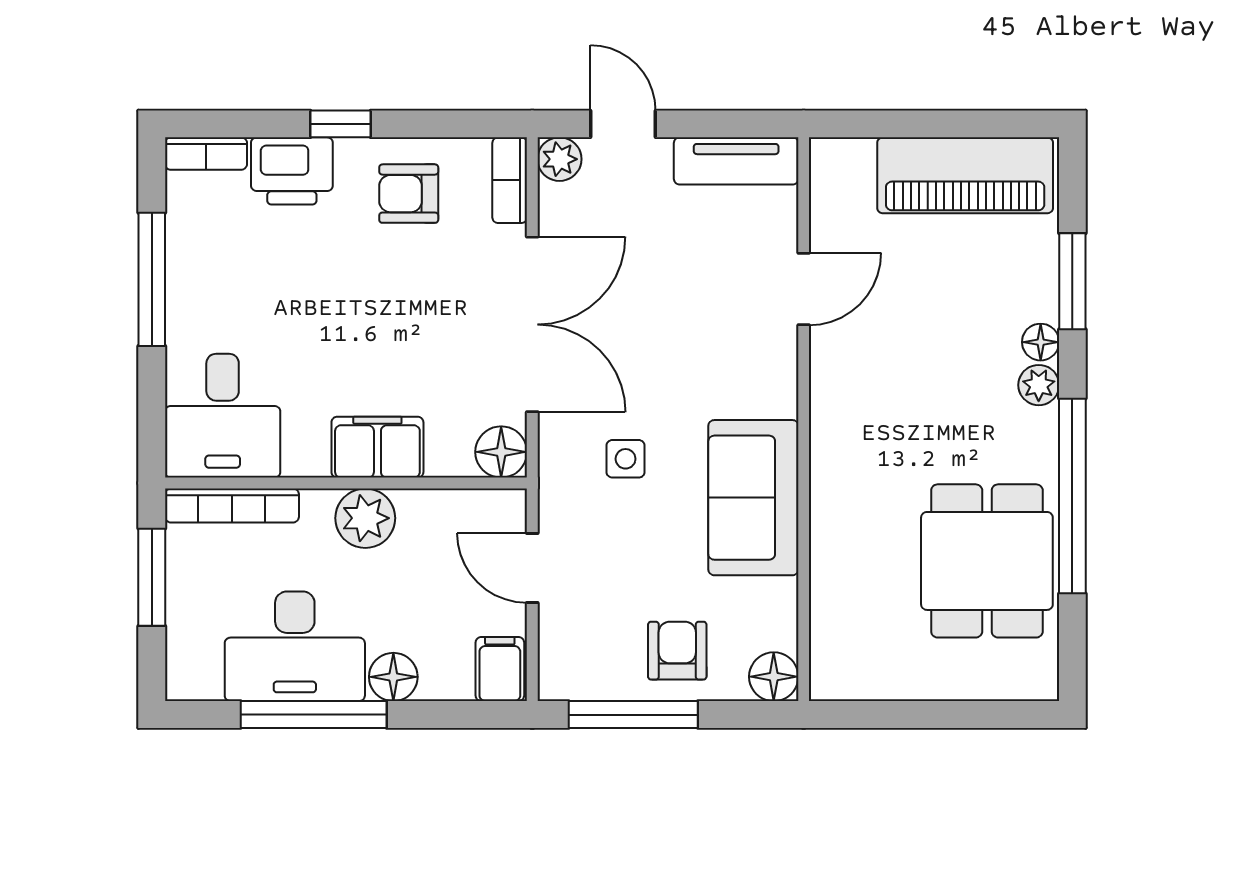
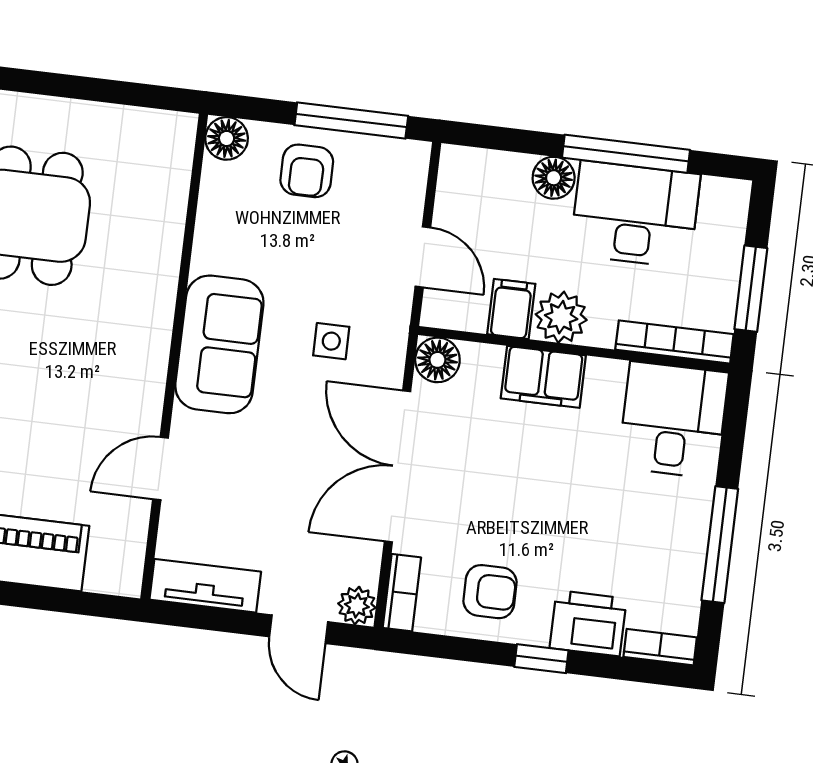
sofa: (753, 498) -> (219, 344), moved
filing cabinet: (500, 669) -> (511, 309), moved, turned 180

